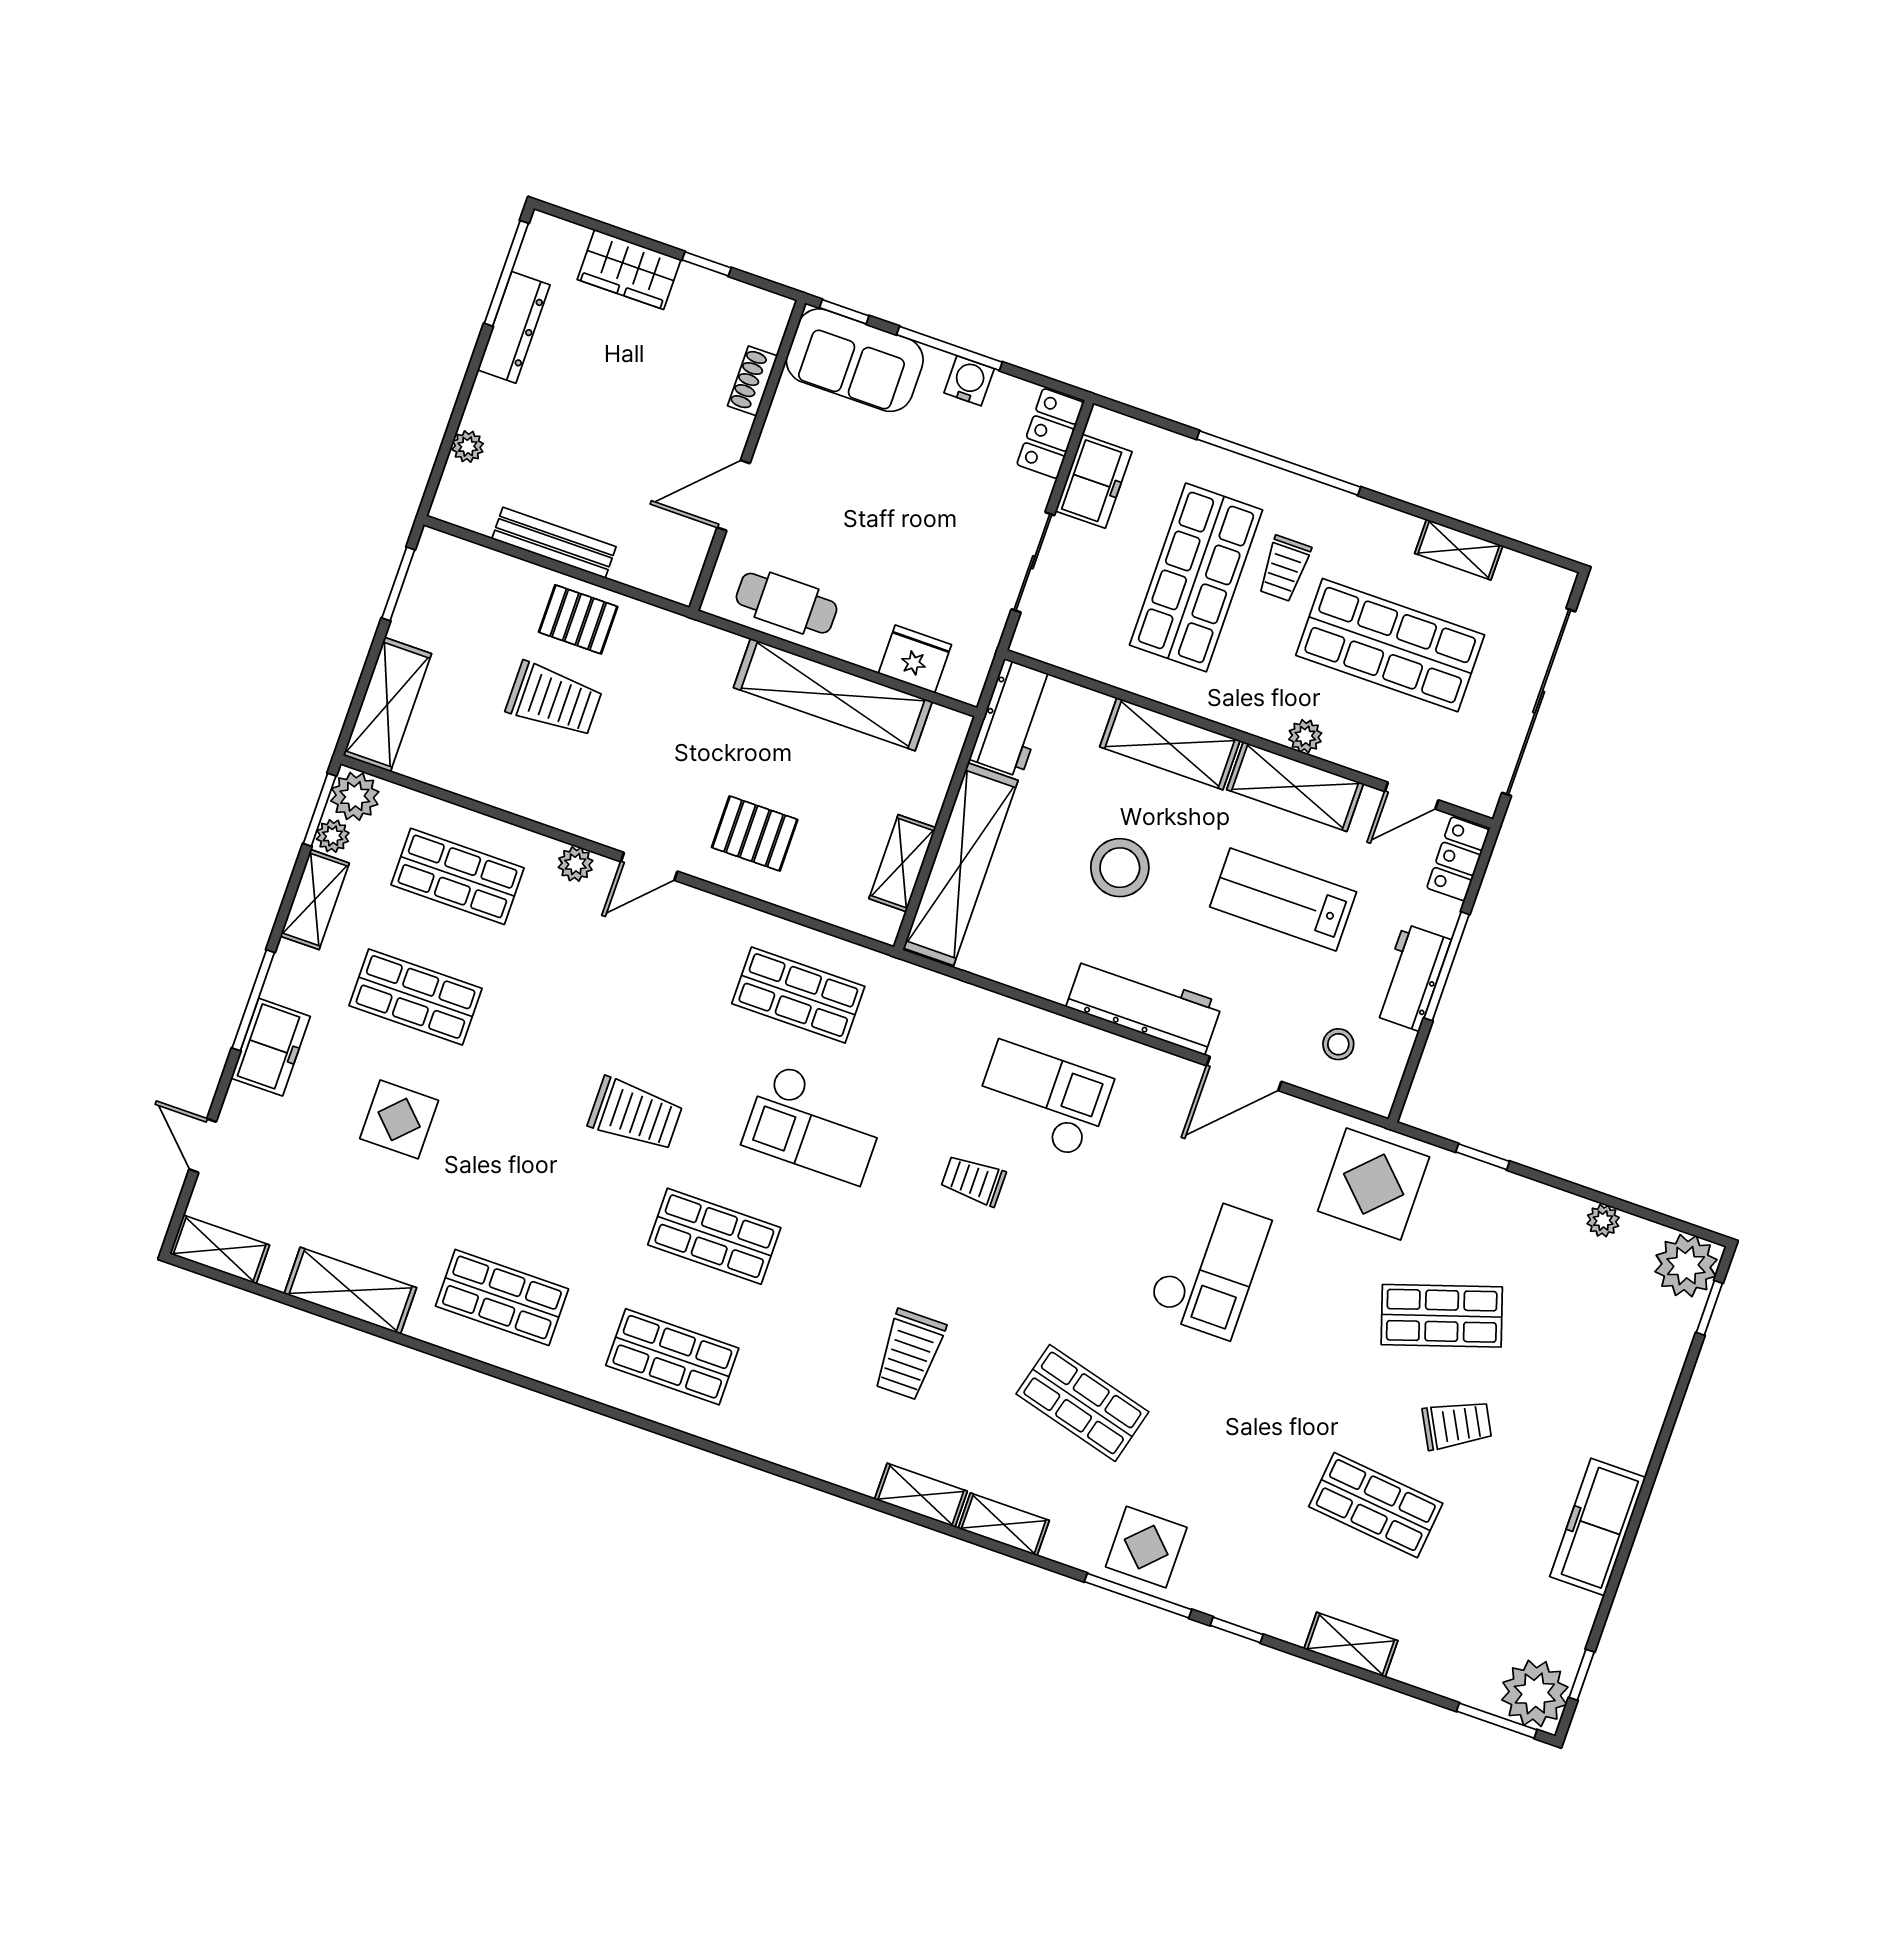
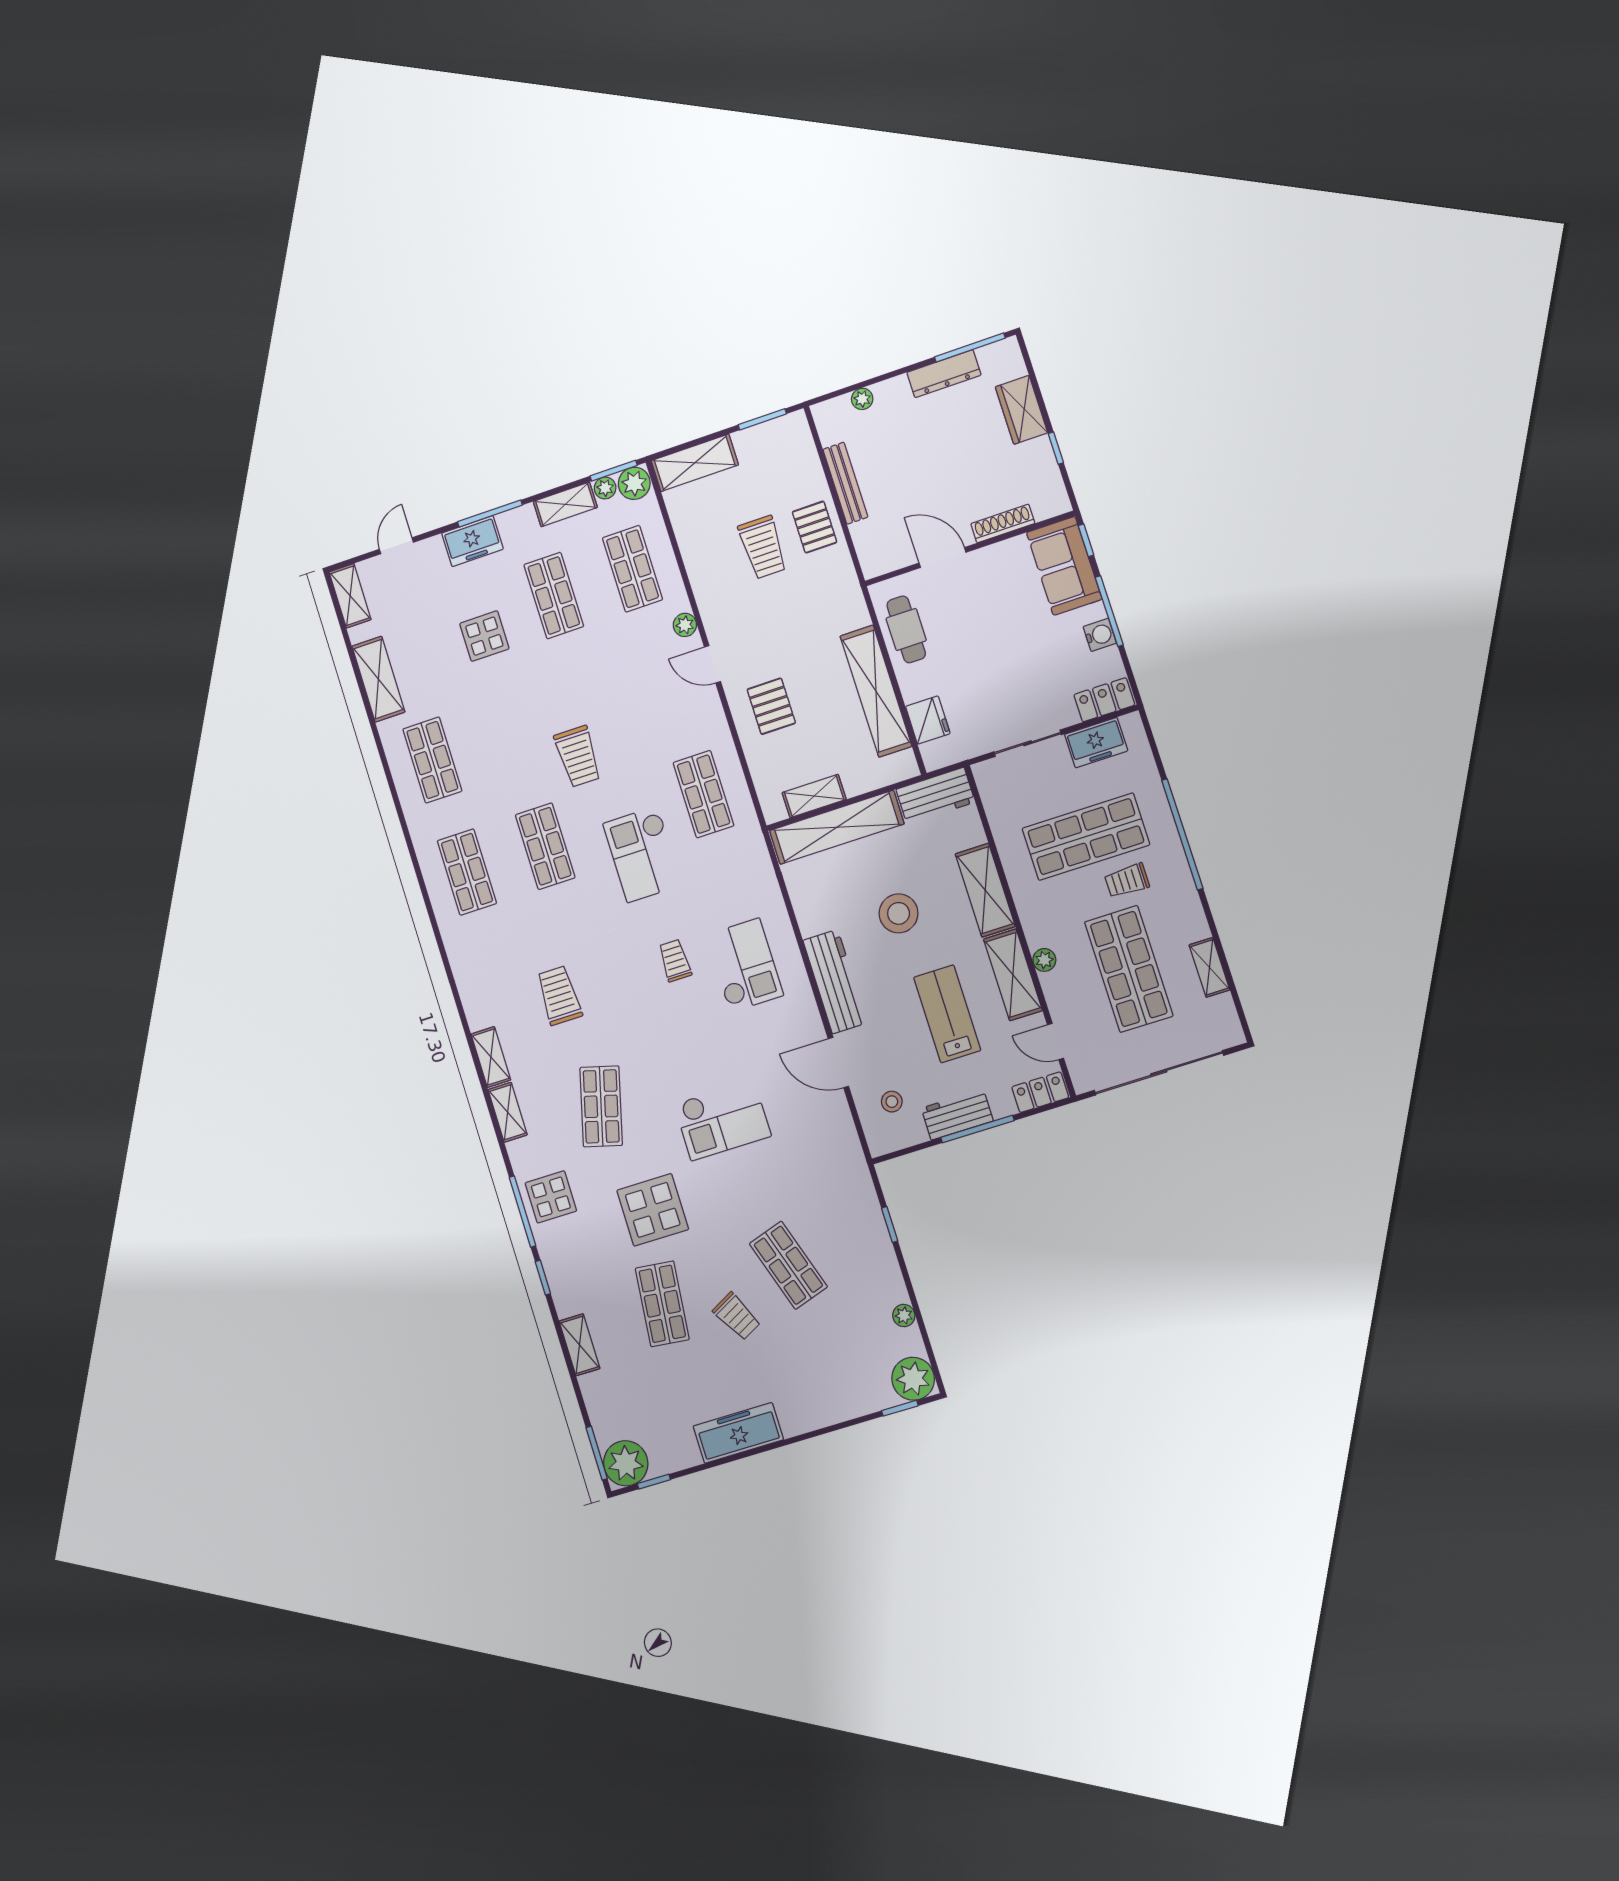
shoe rack: (753, 381) -> (1003, 523), width x1.43
display table: (1374, 1184) -> (653, 1210), moved
trolley: (909, 1355) -> (559, 996), turned 90

